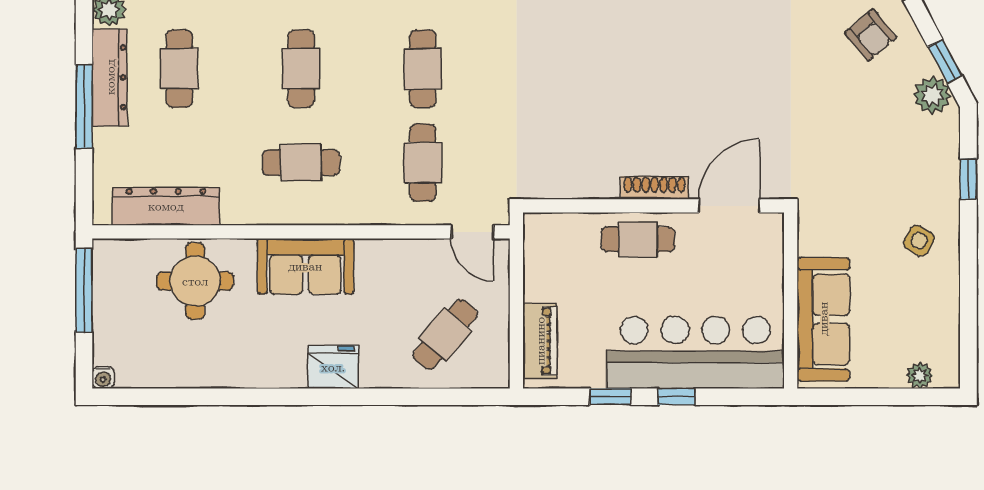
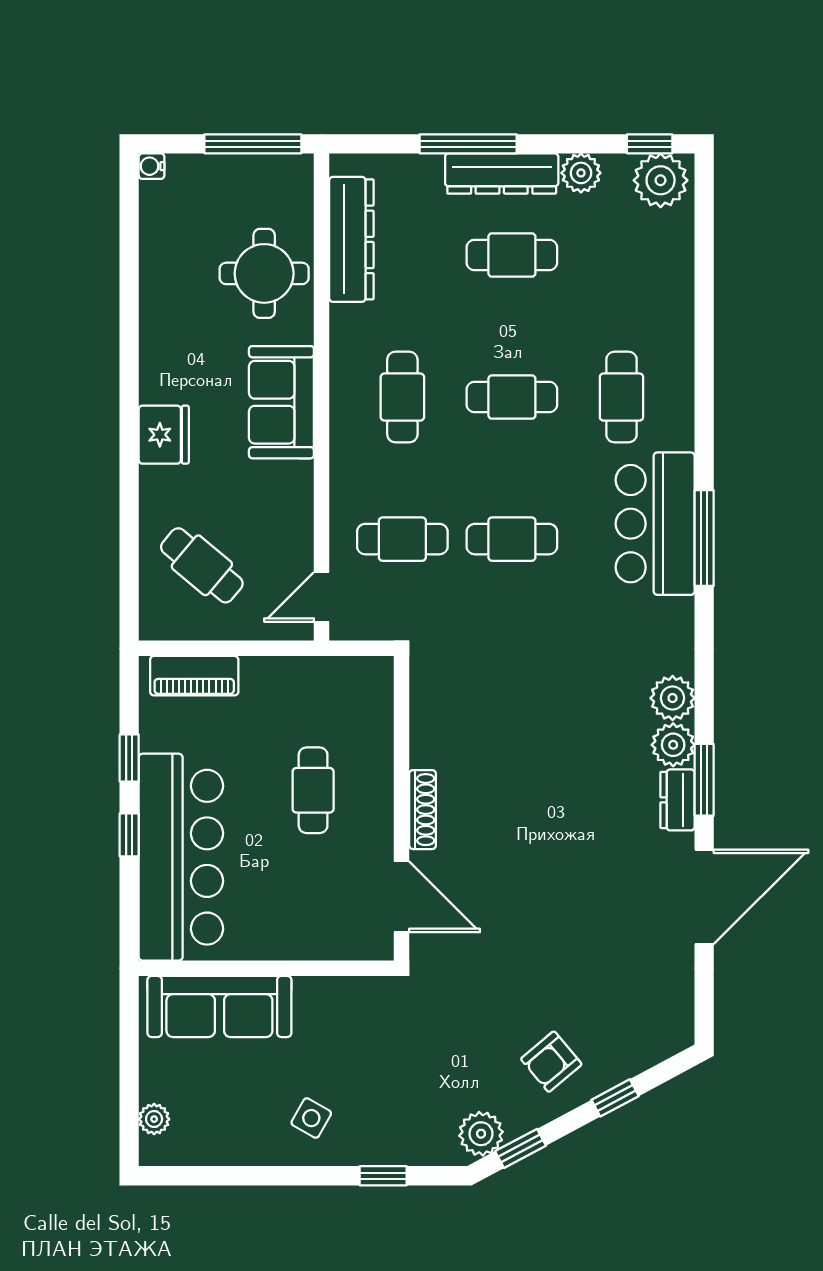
shoe rack: (655, 188) -> (423, 810), moved
wall: (653, 206) -> (401, 808), moved
door: (729, 206) -> (401, 897), moved

